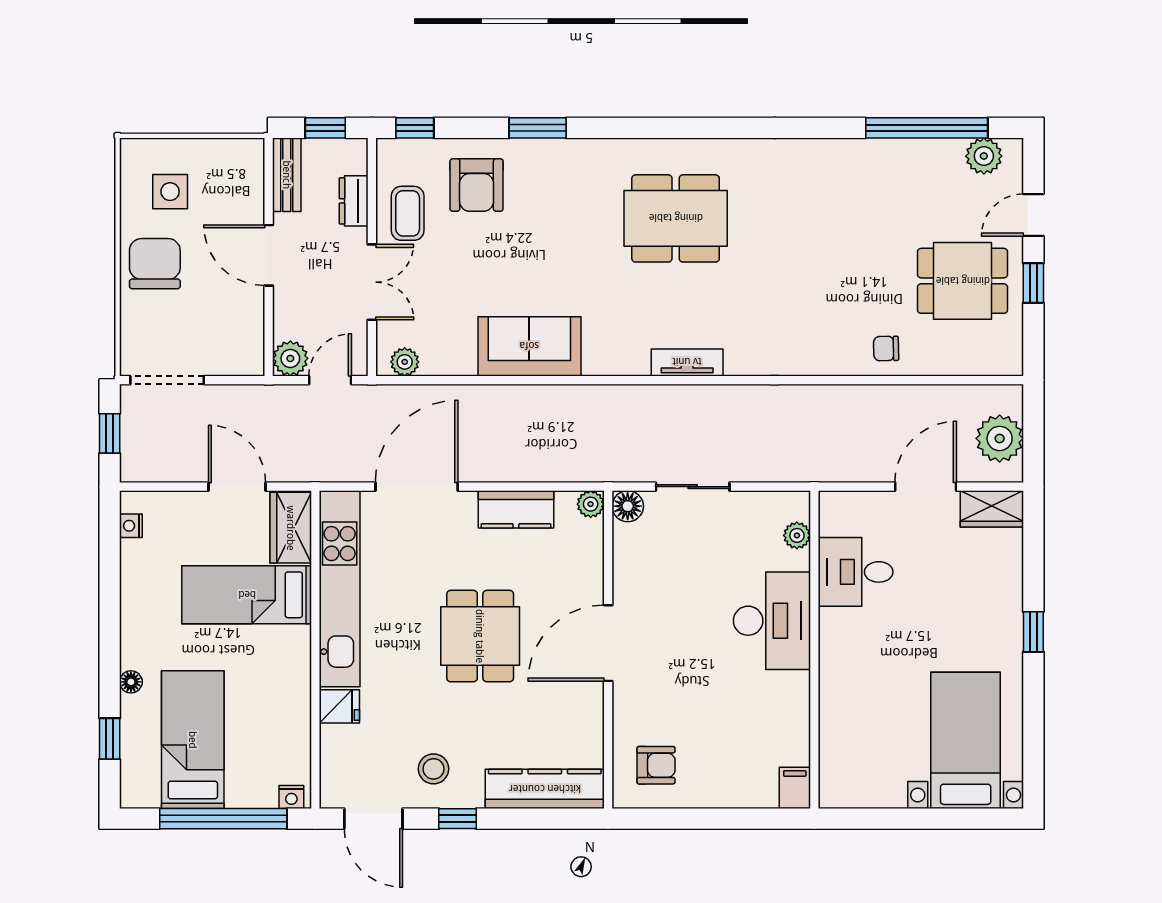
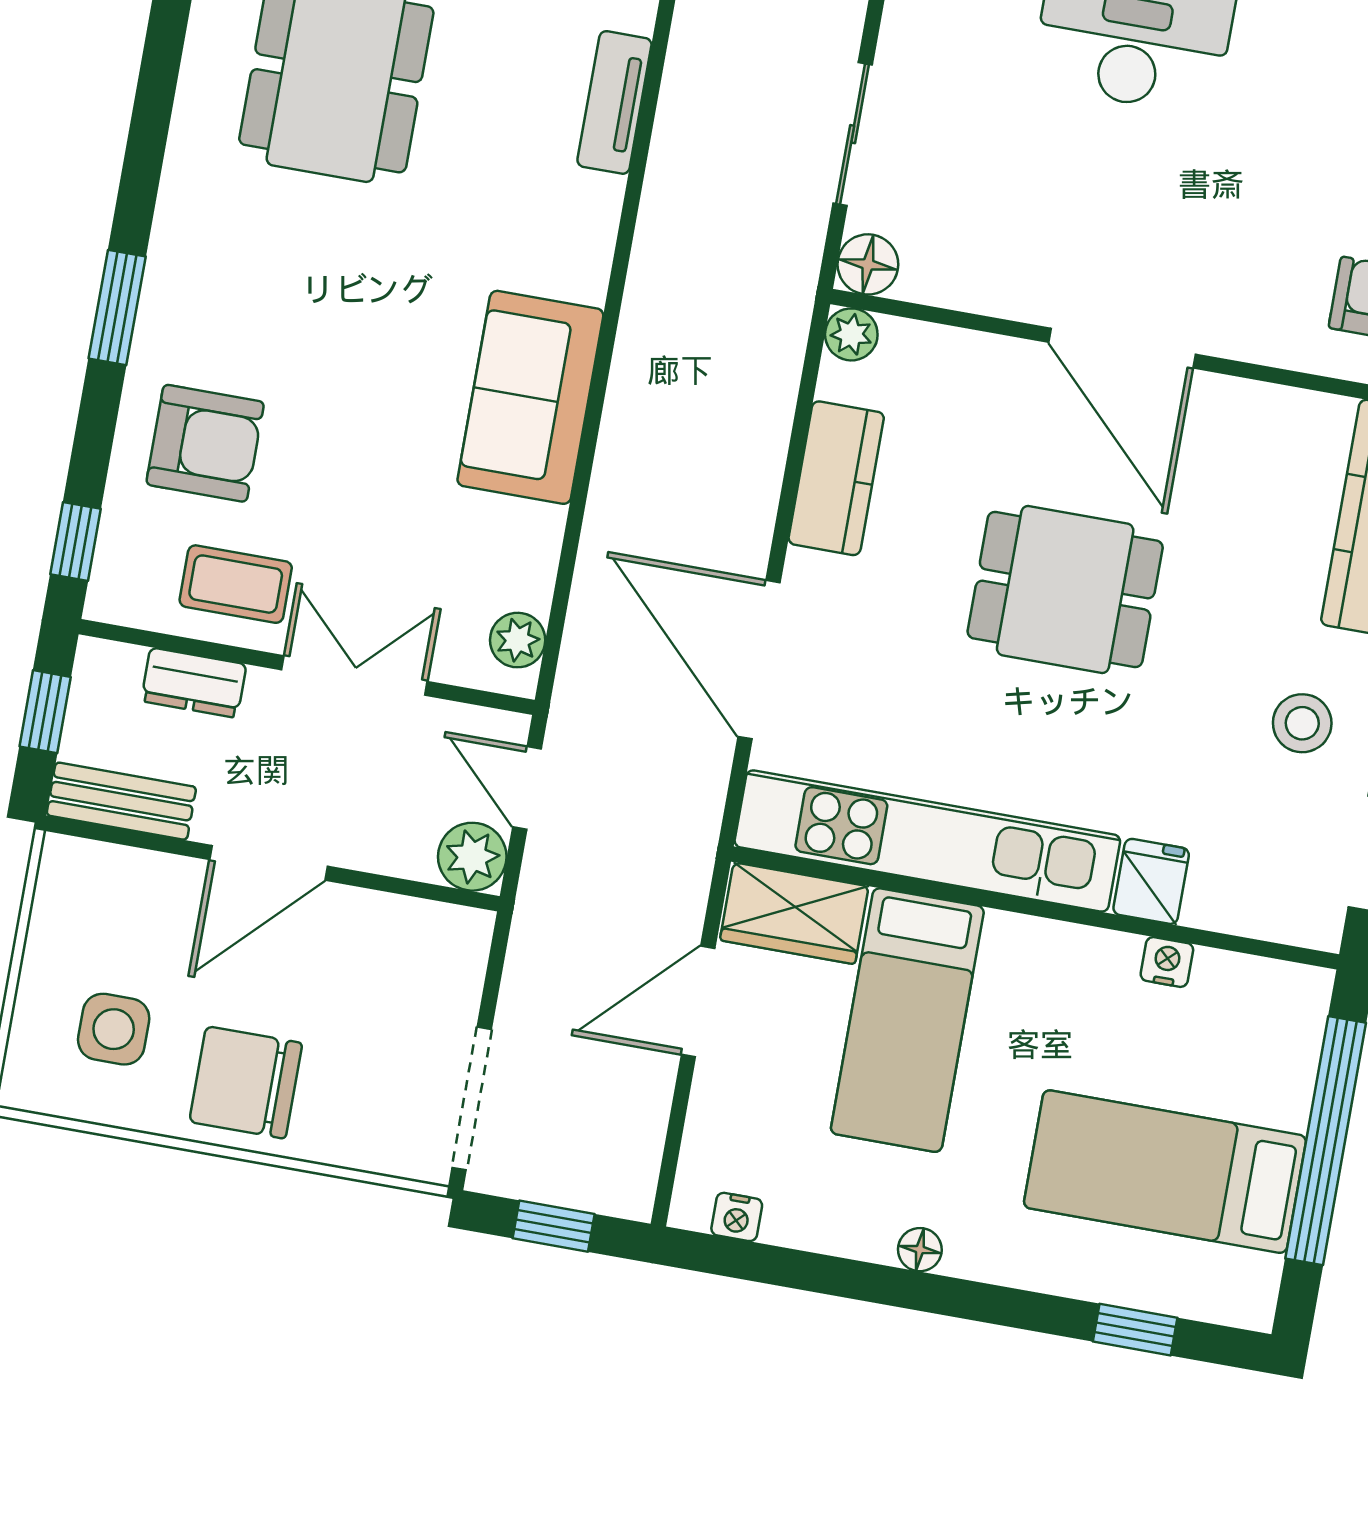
floor lamp: (131, 682) -> (920, 1250), moved
nightstand: (291, 797) -> (1167, 962), moved, turned -90

